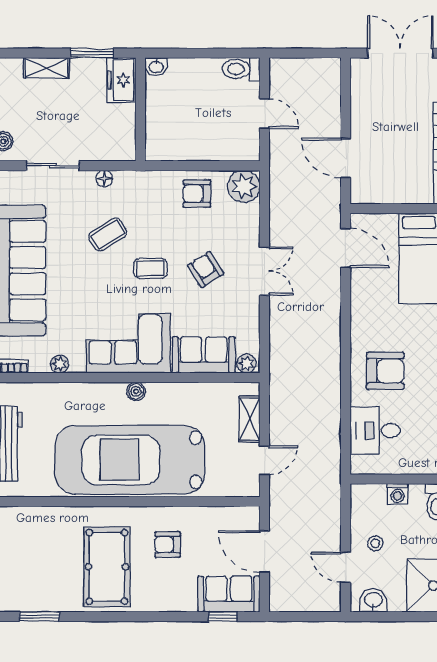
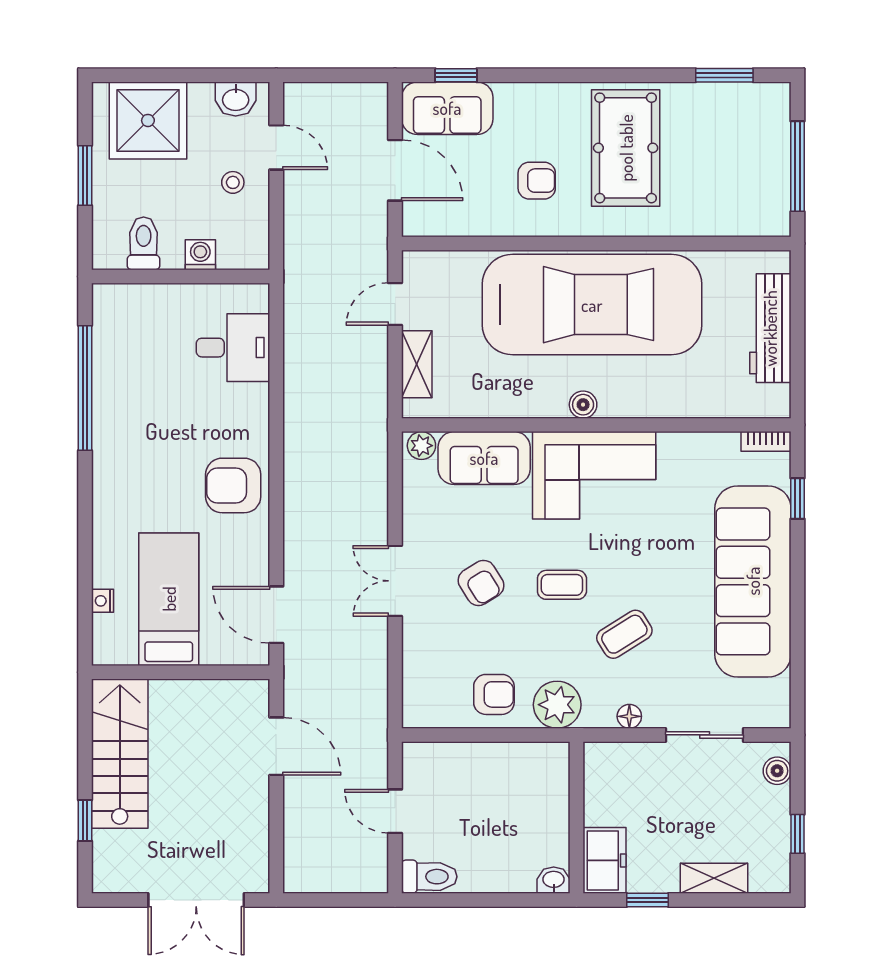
window: (92, 53) -> (647, 900), width x0.67
plant: (244, 186) -> (557, 705), moved
plant: (60, 364) -> (695, 445), removed
armchair: (385, 371) -> (233, 485), moved

